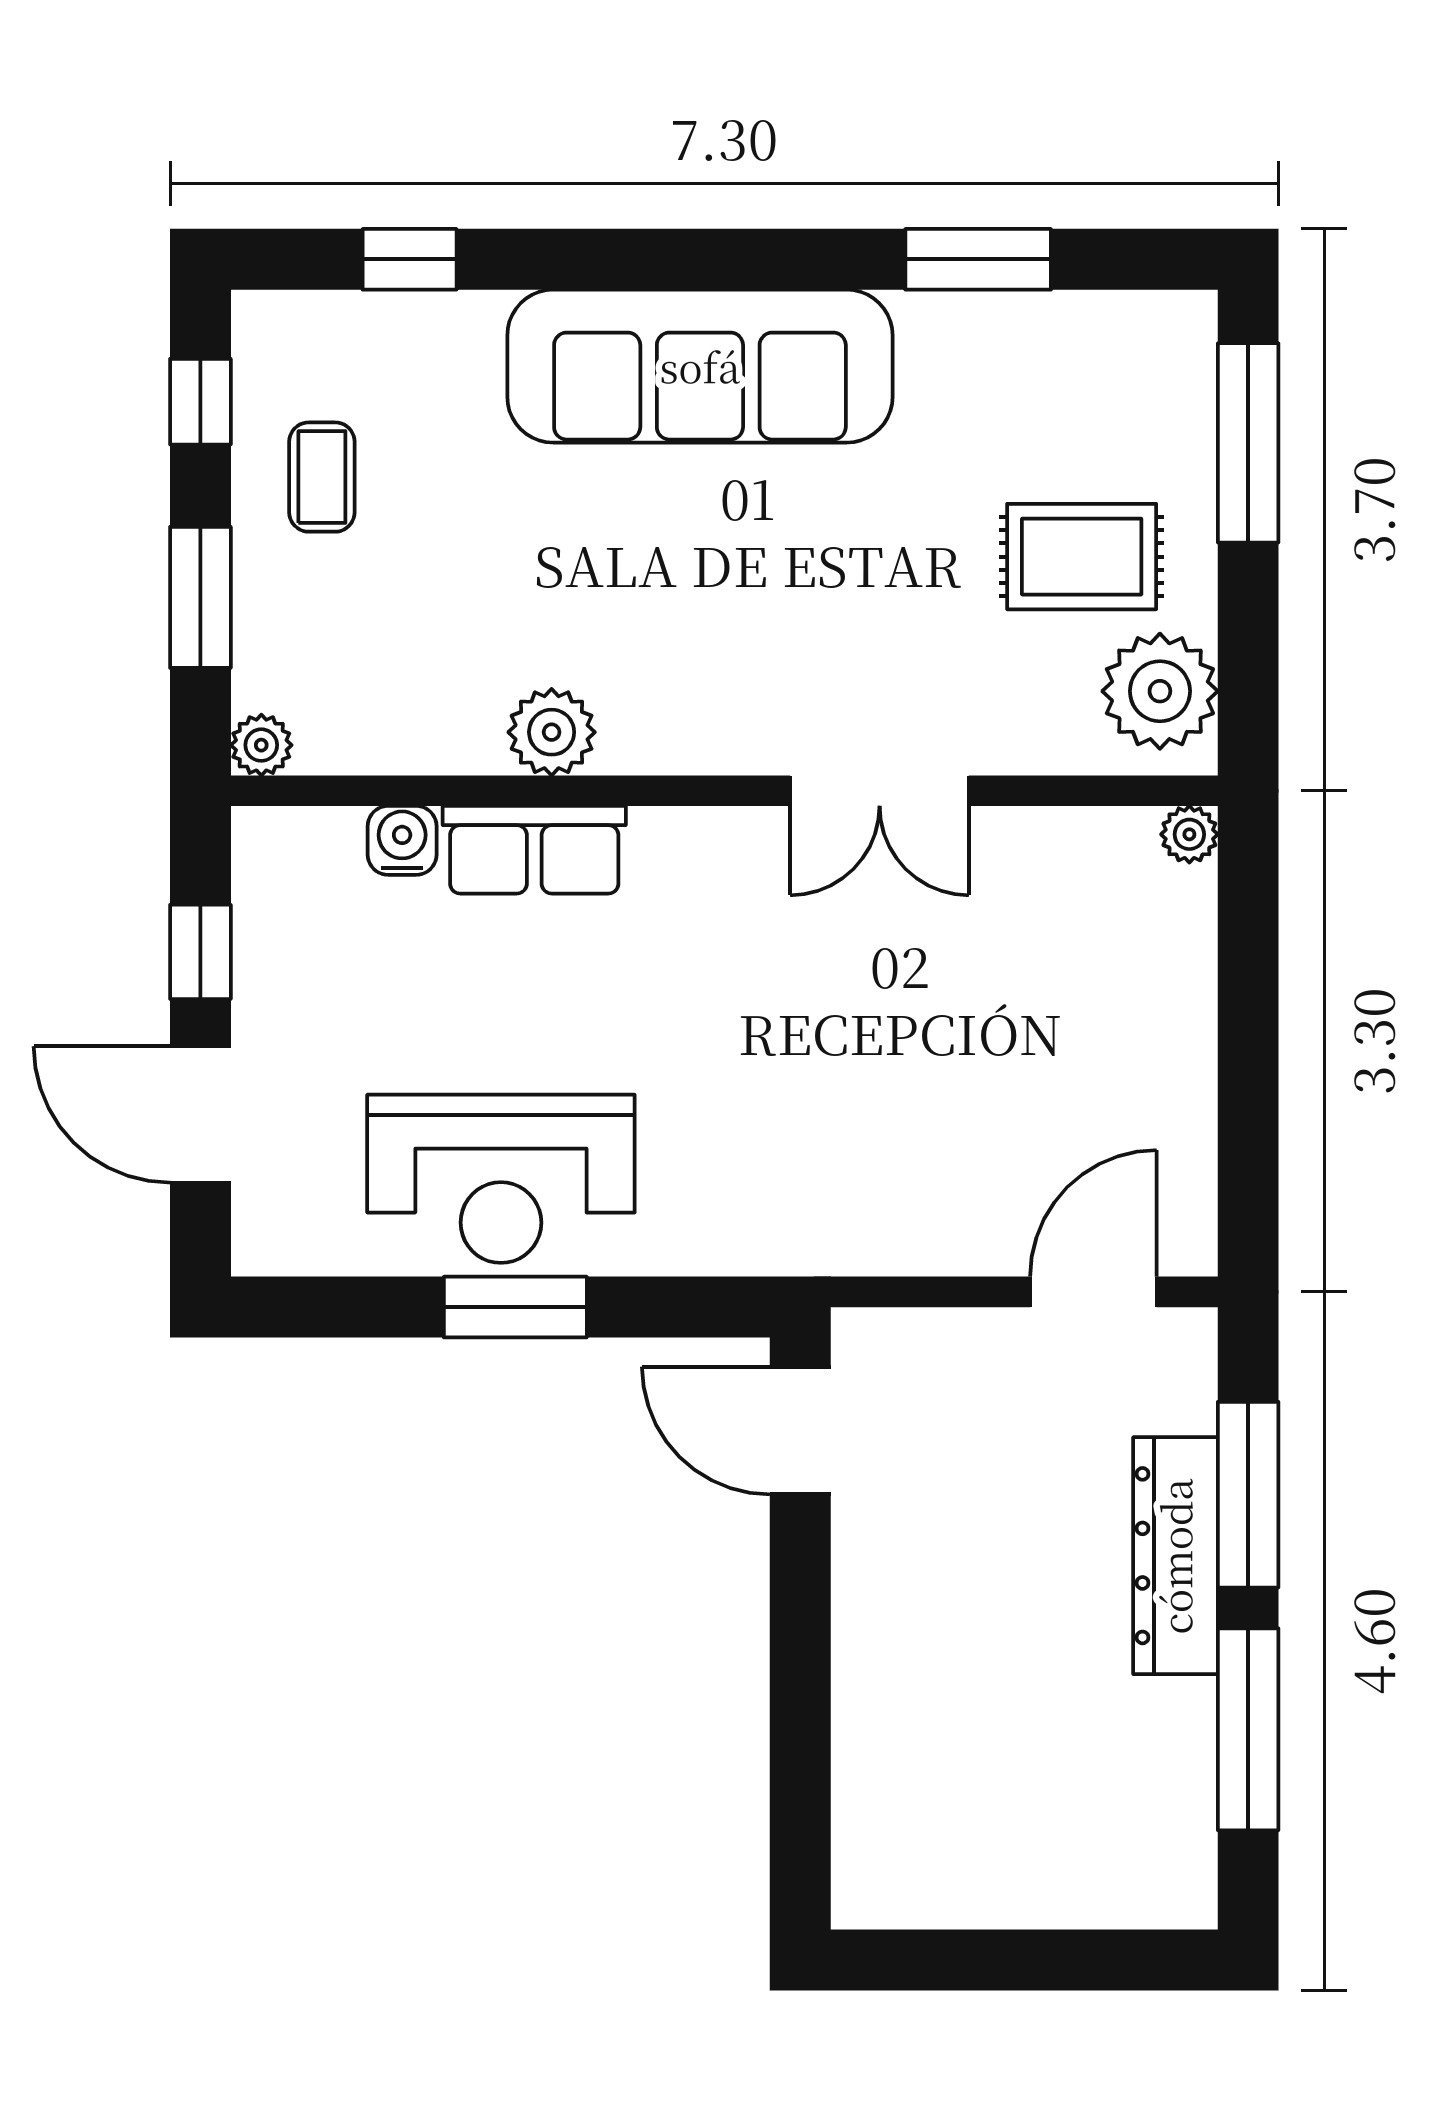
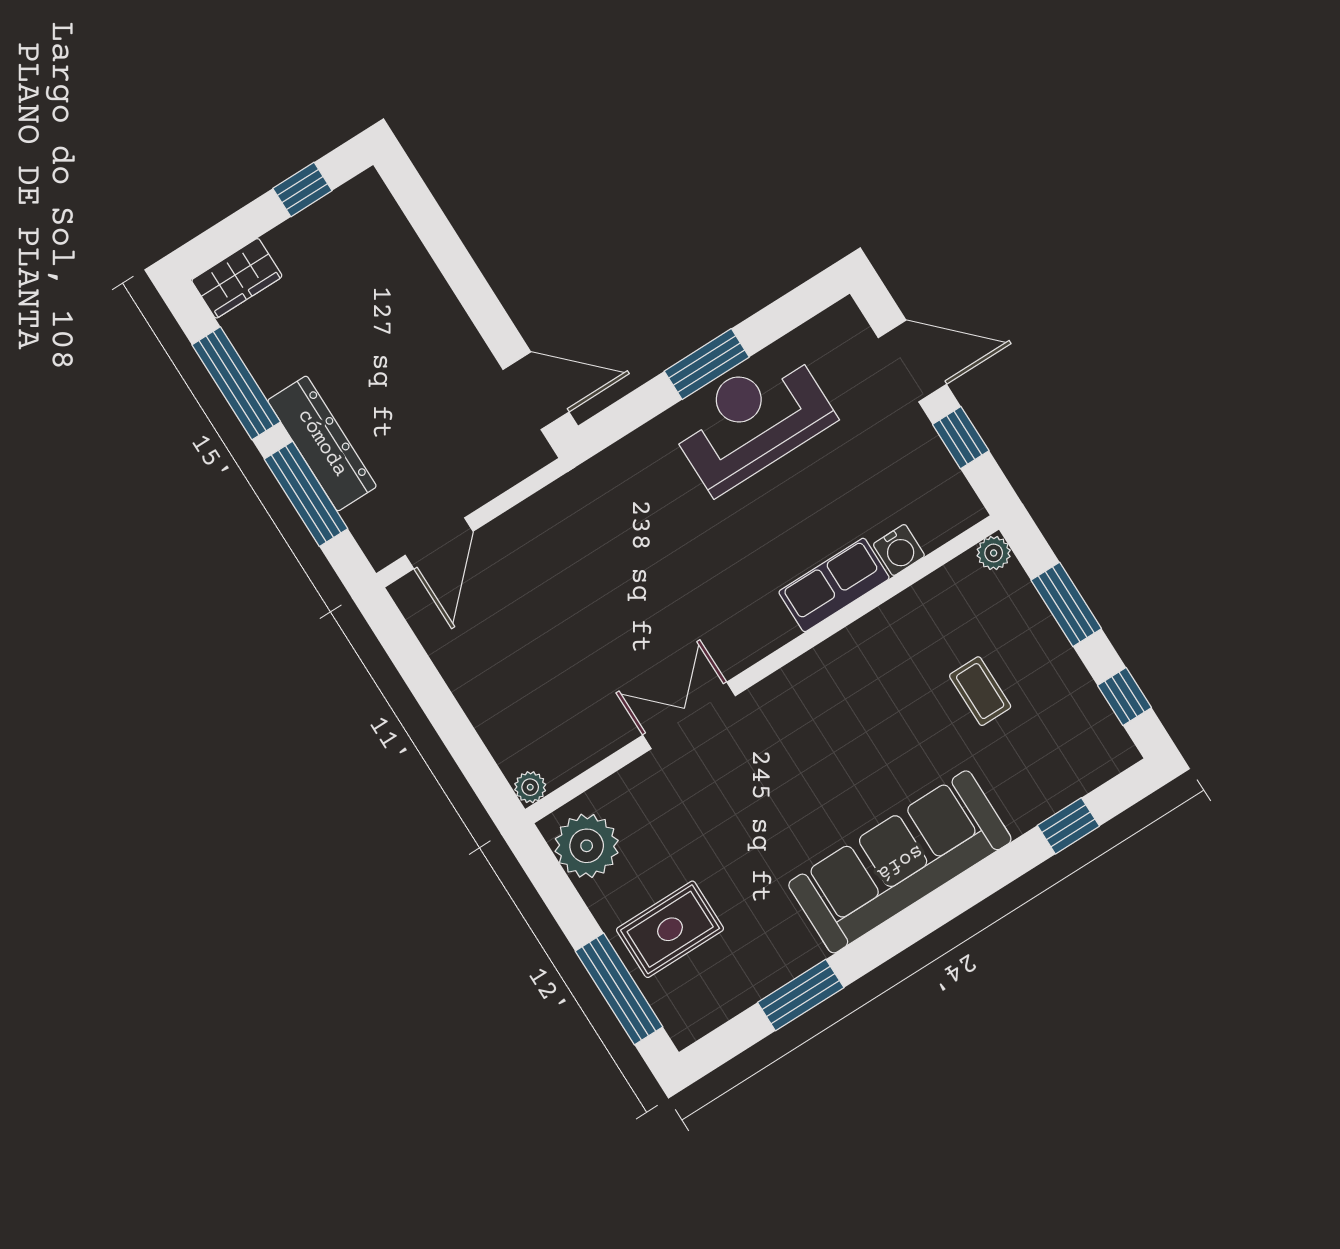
coffee table: (322, 477) -> (980, 691), moved
rug: (1082, 557) -> (670, 929), moved
plant: (552, 732) -> (861, 645), removed
wardrobe: (1146, 1888) -> (237, 278), added
window: (962, 1960) -> (302, 189), added

